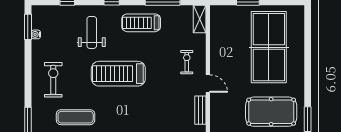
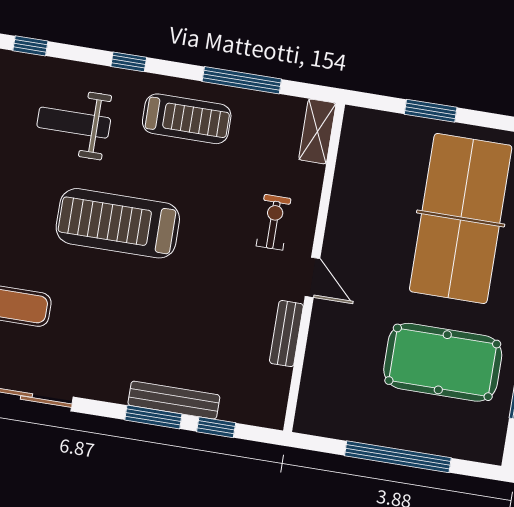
treadmill: (141, 23) -> (187, 119), turned 180
weight bench: (92, 32) -> (74, 123), turned -90

